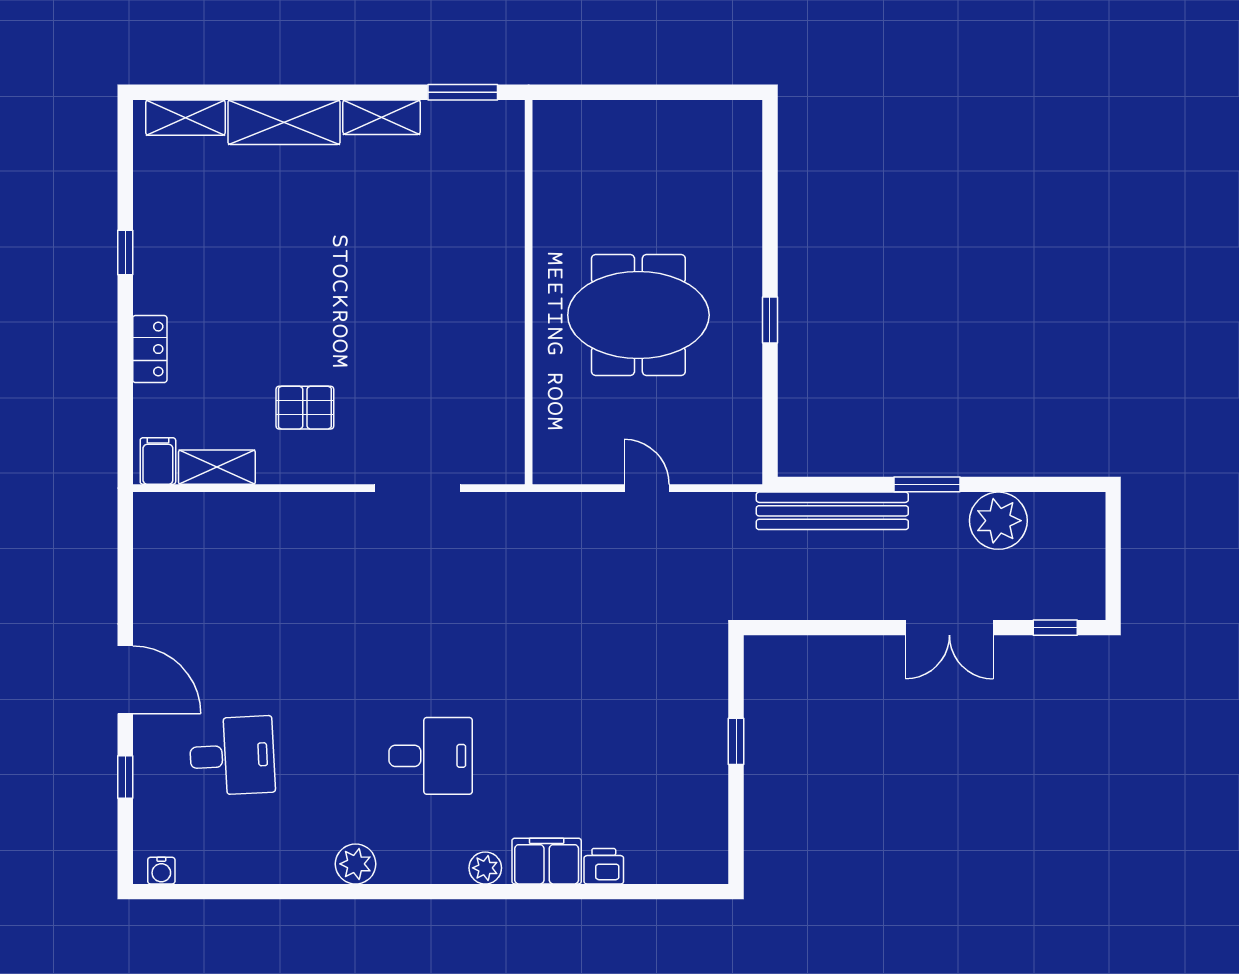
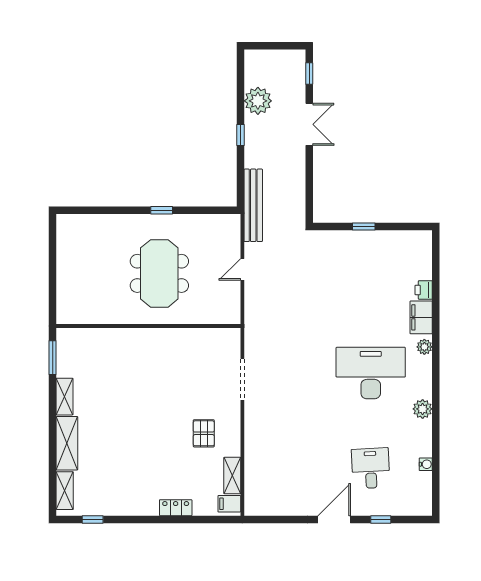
window: (125, 253) -> (93, 519), moved
window: (927, 484) -> (241, 135), width x0.67
bench: (832, 511) -> (253, 205), moved
desk: (431, 756) -> (371, 373), width x1.87, depth x1.30
water cooler: (161, 871) -> (426, 464), moved

